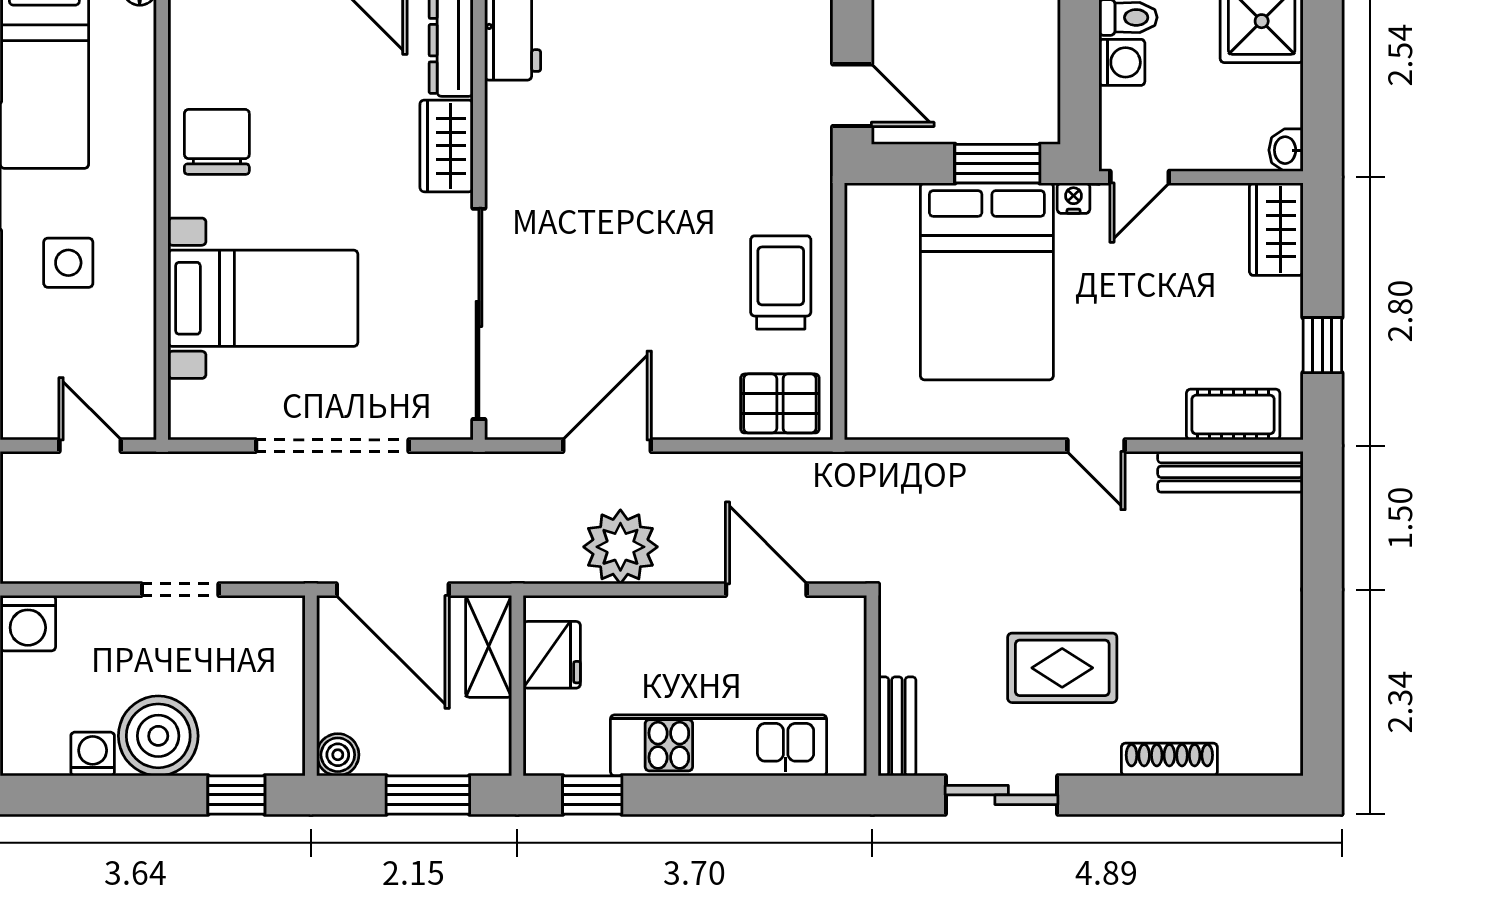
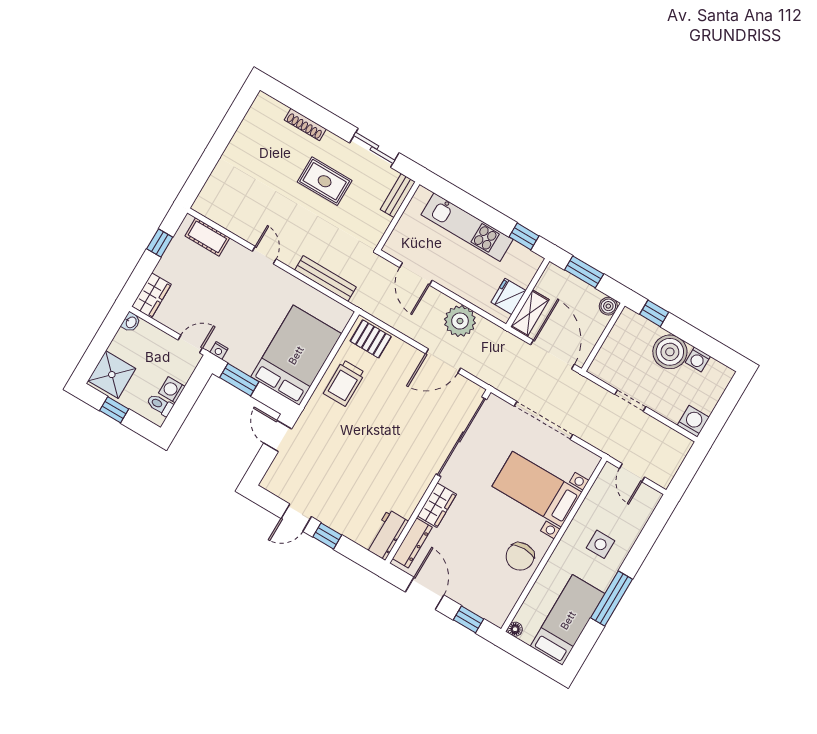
bed: (987, 281) -> (296, 355), moved
bench: (1230, 472) -> (325, 279), moved

